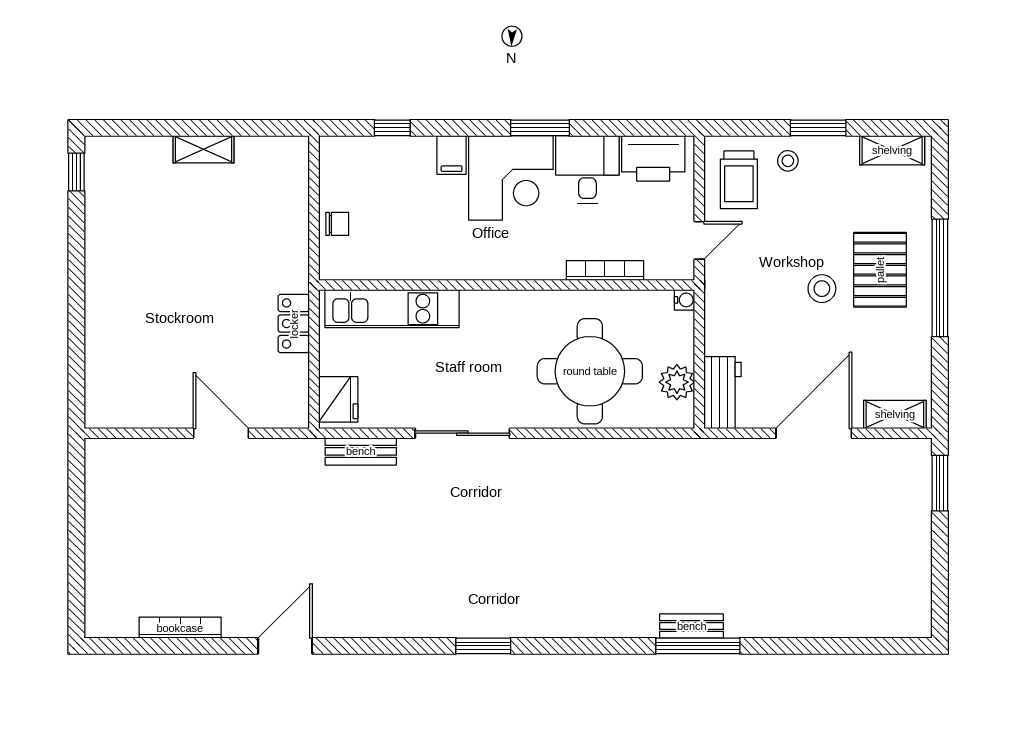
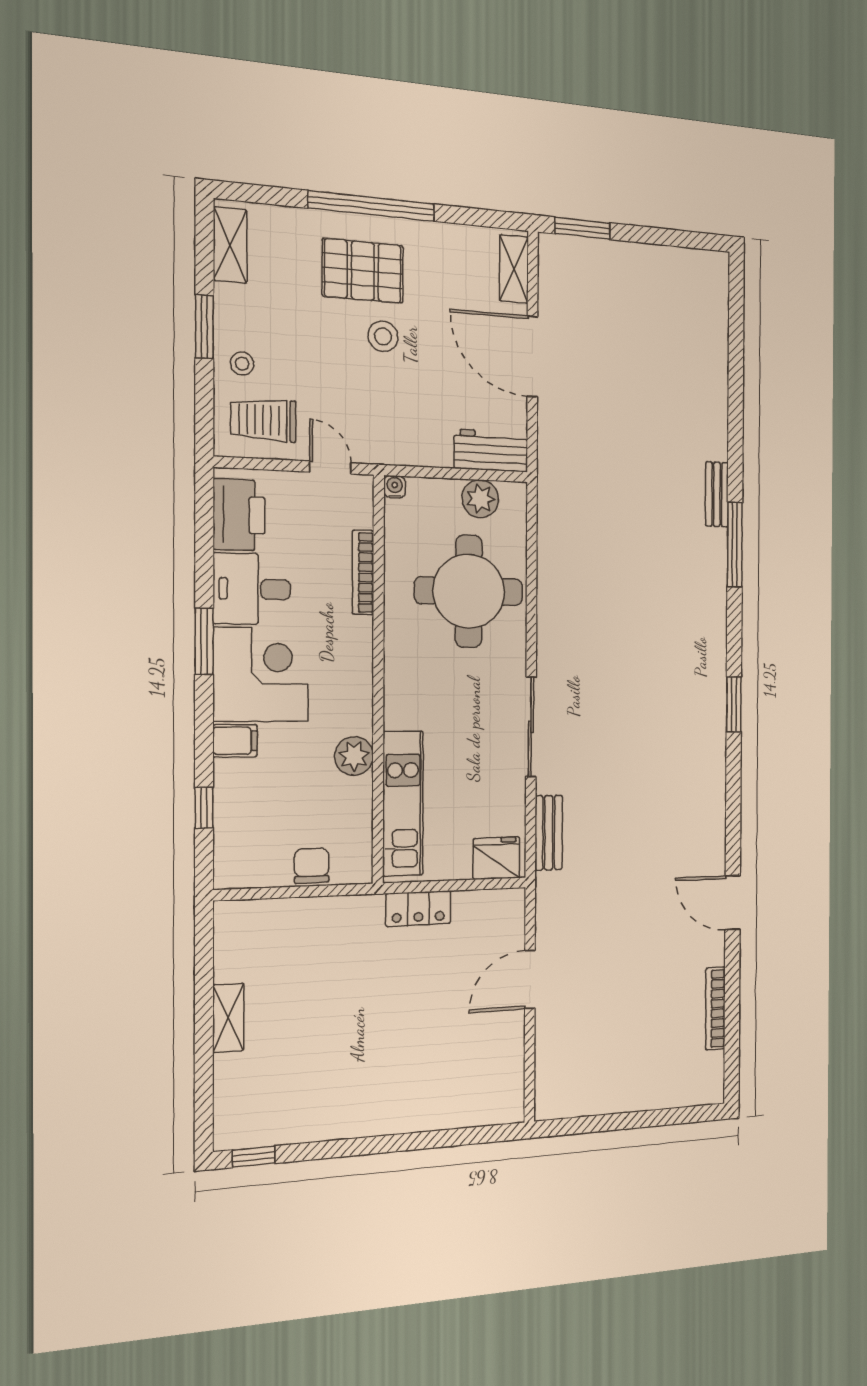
trolley: (739, 180) -> (263, 420), turned 180
chair: (337, 224) -> (312, 866), width x1.37, depth x1.37
plant: (437, 263) -> (354, 756), added
window: (698, 646) -> (735, 544), moved

